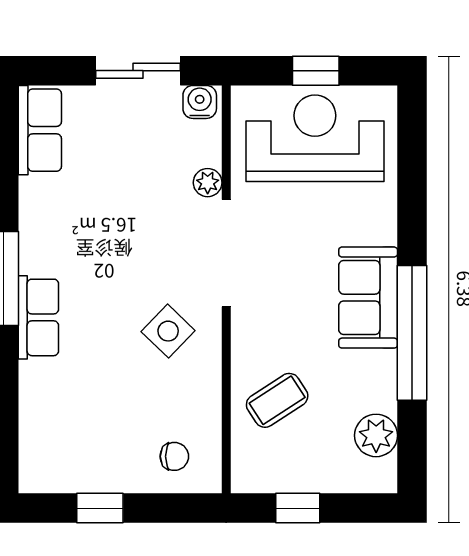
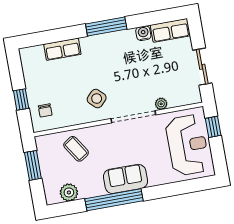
window: (316, 71) -> (213, 127), moved
water cooler: (200, 102) -> (143, 33), moved, turned -90
row of seats: (38, 317) -> (62, 49), moved
window: (100, 508) -> (21, 99), moved
window: (298, 508) -> (33, 165), width x1.50

